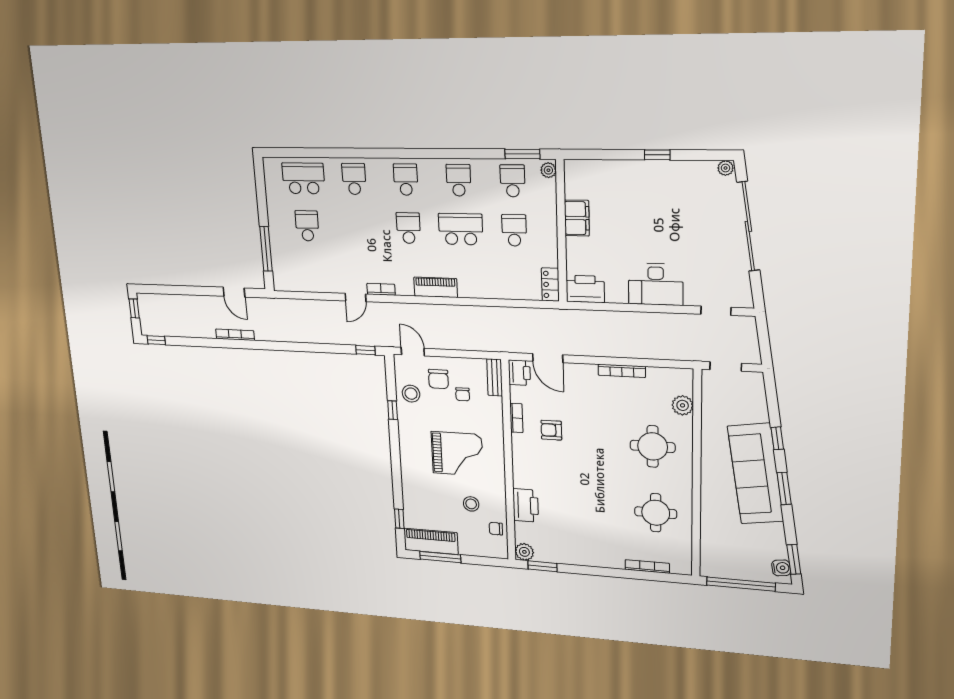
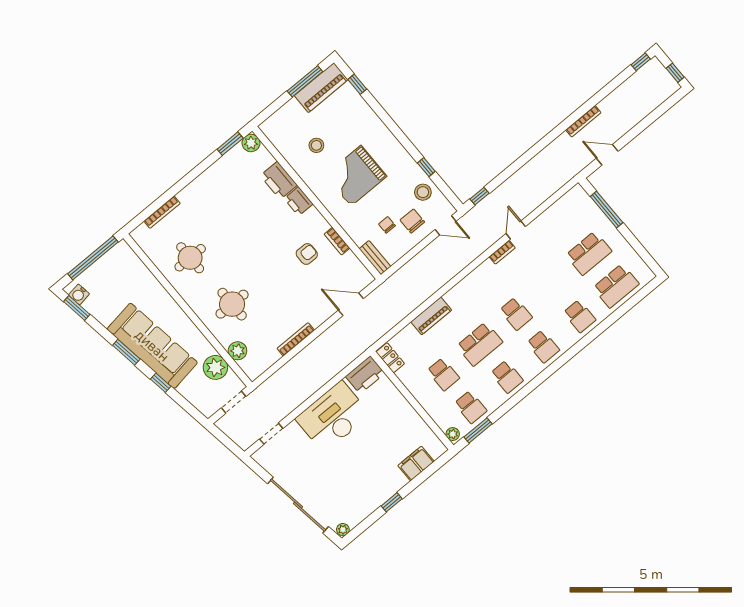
filing cabinet: (577, 218) -> (416, 464), moved, turned 90
school desk: (307, 226) -> (589, 253), width x1.85
desk: (656, 284) -> (333, 417), width x1.36, depth x1.30
piano: (436, 287) -> (431, 316), moved
printer: (519, 373) -> (299, 201), moved
plant: (715, 409) -> (215, 367), added
chair: (496, 529) -> (285, 142), removed

